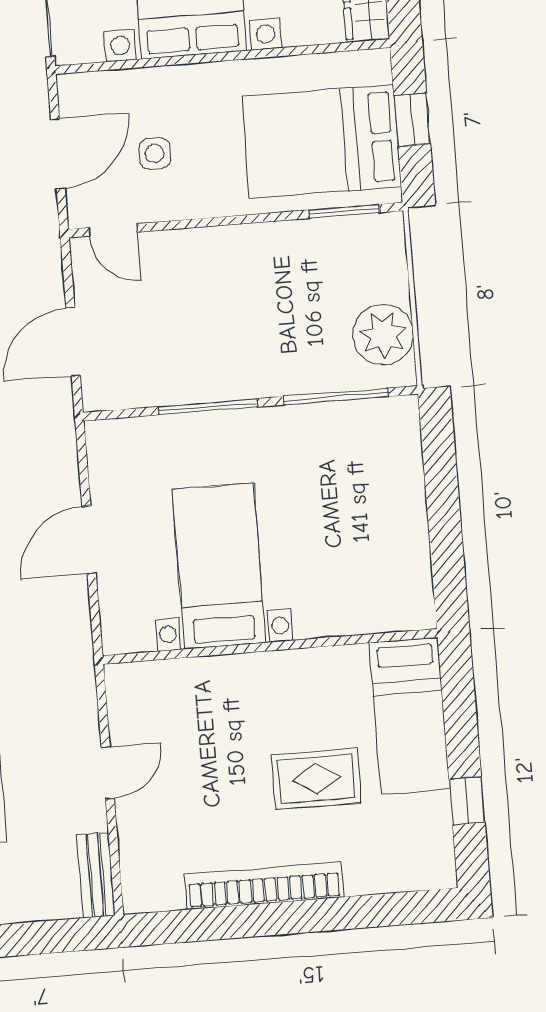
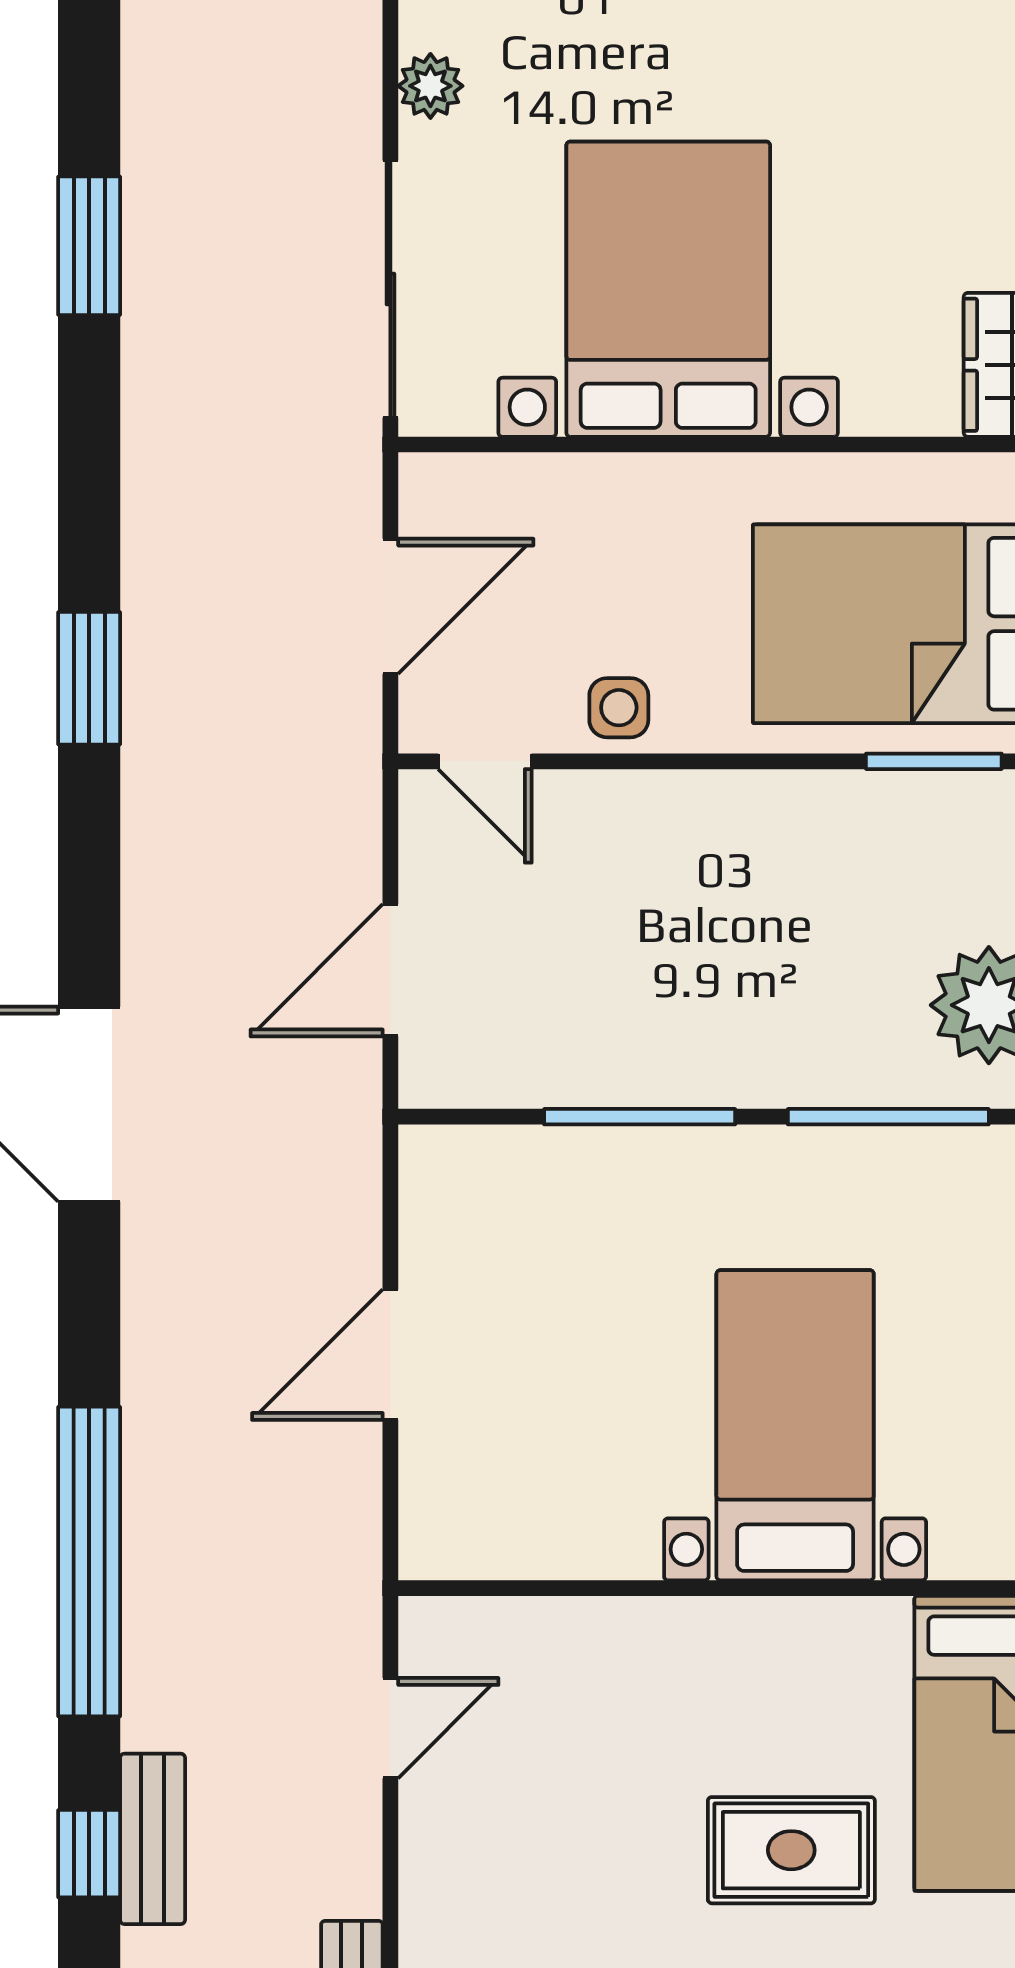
side table: (155, 153) -> (619, 708), moved
bed with nightstands: (219, 566) -> (795, 1425), moved
door: (108, 773) -> (390, 1728), moved

